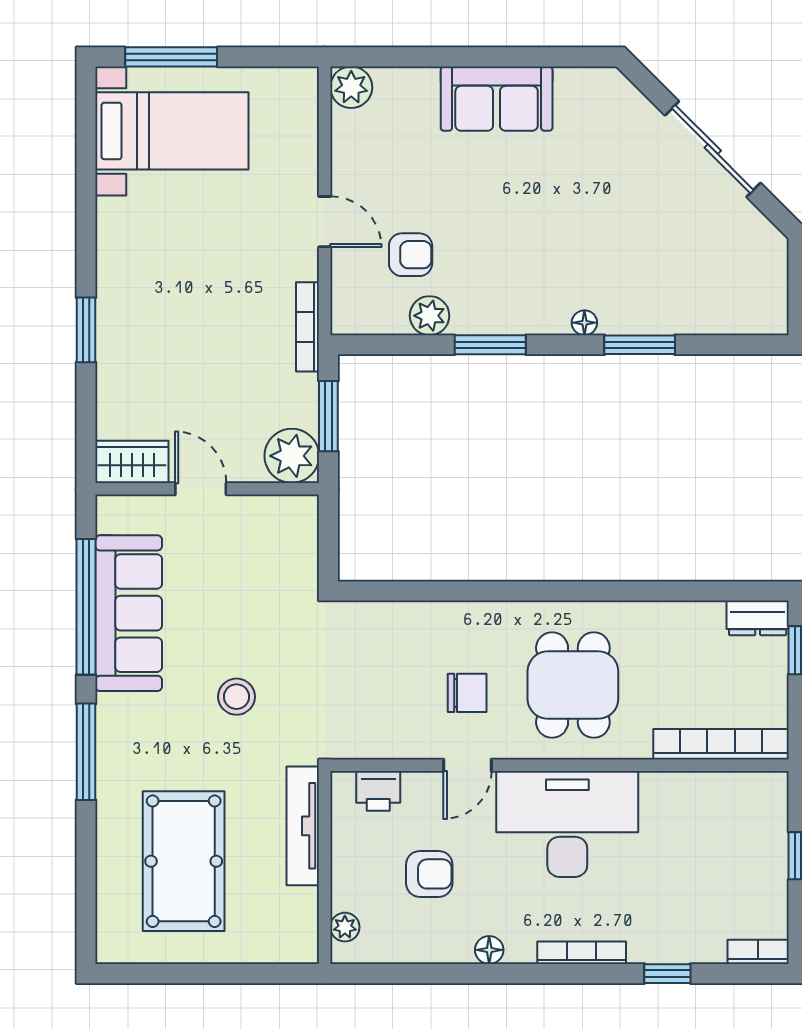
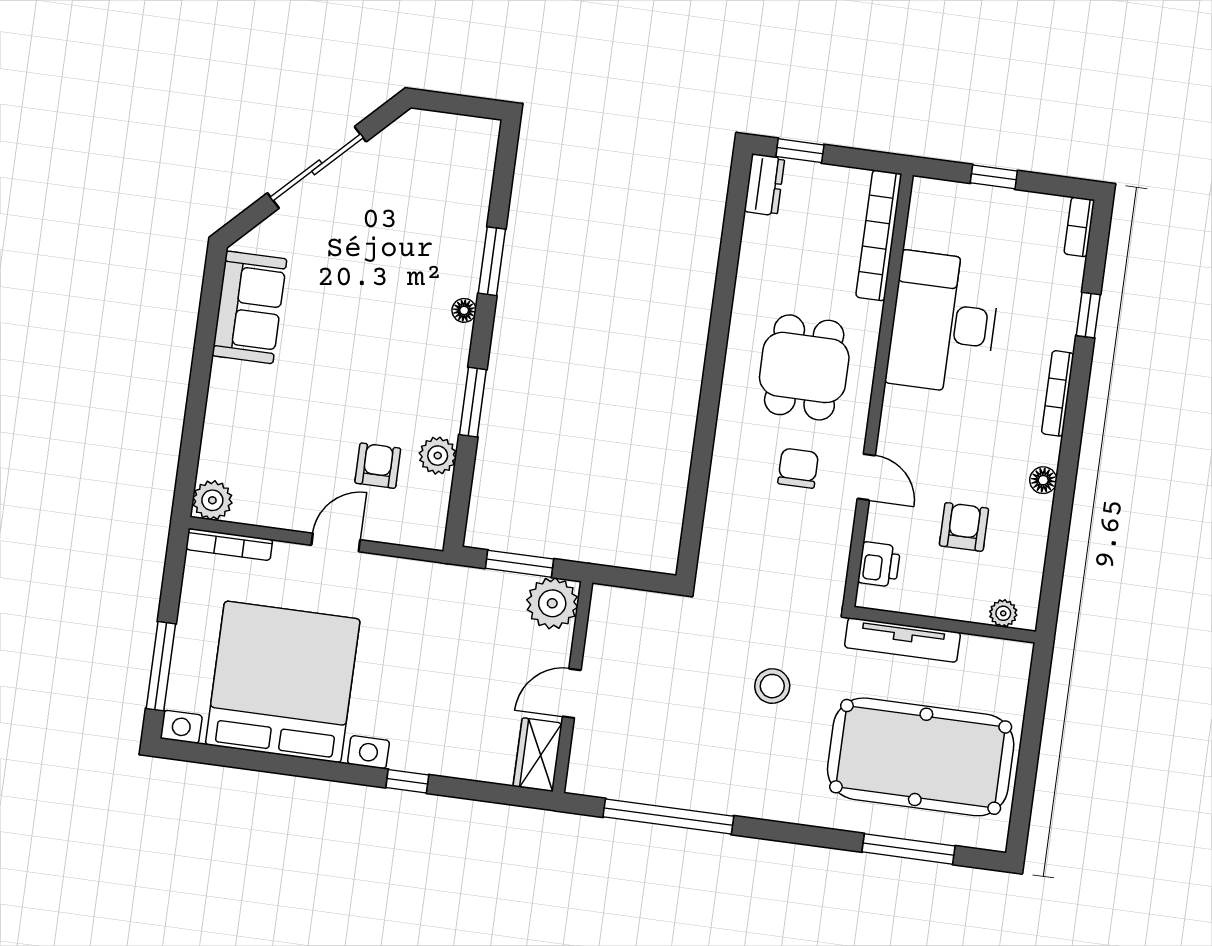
sofa: (497, 99) -> (249, 307), moved
bed with nightstands: (172, 131) -> (283, 682), width x1.85
bookcase: (308, 327) -> (229, 544), moved
window: (86, 330) -> (407, 781), width x0.67
sofa: (129, 613) -> (680, 777), removed
dining table: (573, 685) -> (804, 367), turned 90
window: (86, 752) -> (908, 849), moved
desk: (567, 824) -> (944, 323), moved
pool table: (184, 861) -> (921, 757), width x1.36, depth x1.32

